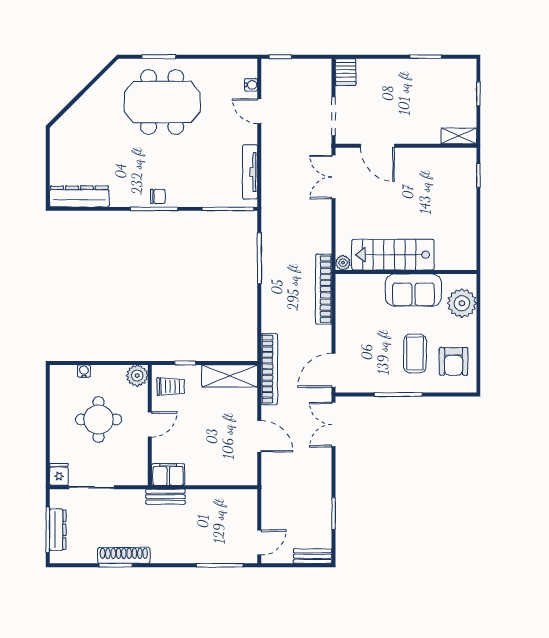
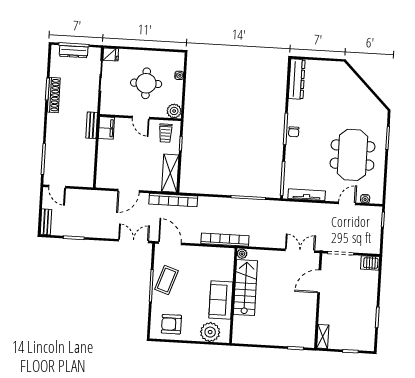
meeting table: (162, 102) -> (352, 155), moved
coffee table: (415, 354) -> (166, 280), moved, turned -71

